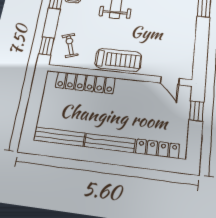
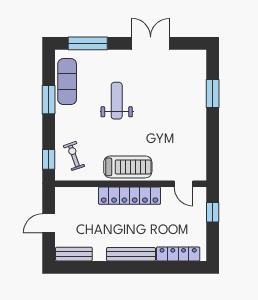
locker: (85, 83) -> (130, 196), moved
door: (34, 103) -> (49, 223), added
bench: (59, 137) -> (74, 254), width x0.73

